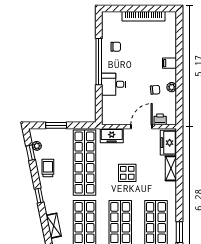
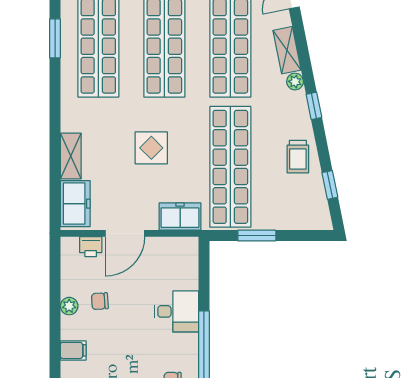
window: (56, 125) -> (257, 236), moved
plant: (37, 146) -> (295, 82), moved

